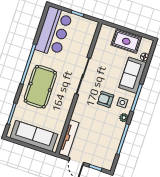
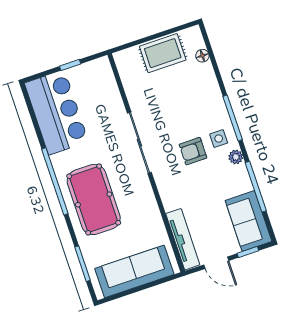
sofa: (133, 75) -> (248, 221), moved

